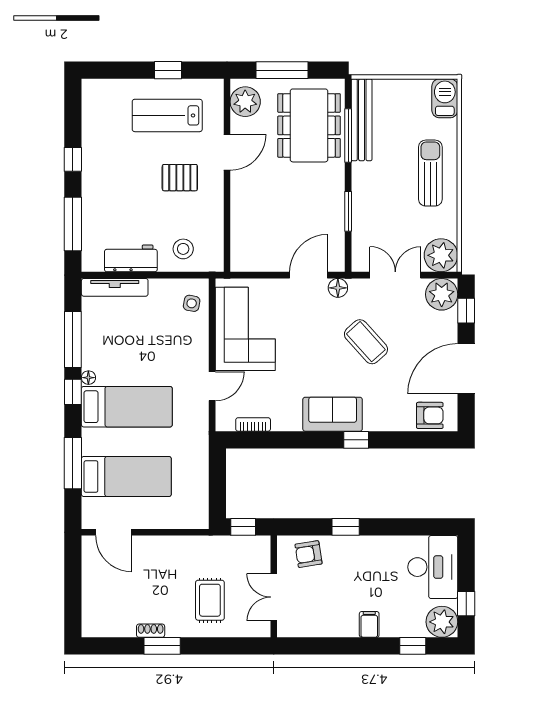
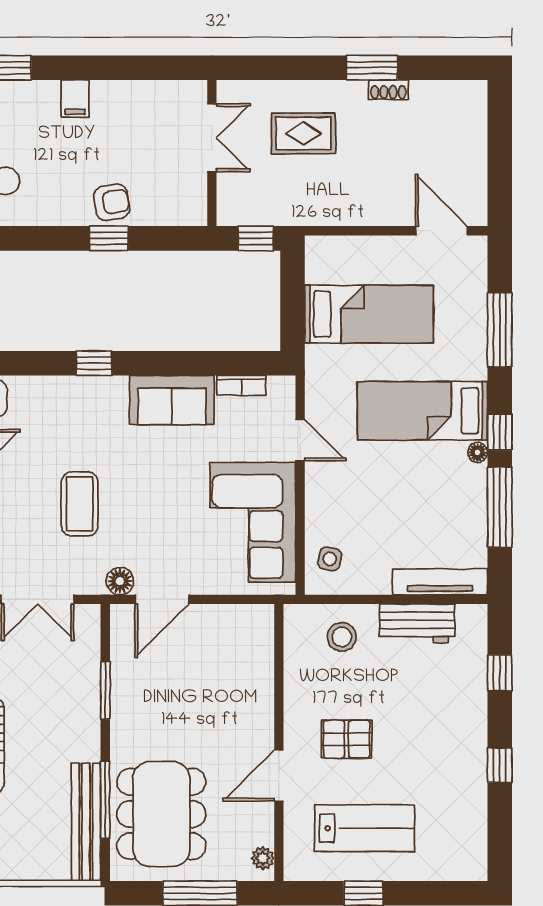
plant: (245, 102) -> (263, 858), width x0.53, depth x0.53
window: (73, 224) -> (500, 673), width x0.46
coffee table: (366, 342) -> (80, 504), turned 42
door: (212, 386) -> (300, 440), swing flipped
sofa: (333, 414) -> (172, 400), moved
bed: (126, 477) -> (369, 314), moved, turned 180
armchair: (309, 554) -> (112, 202), moved
rug: (210, 600) -> (303, 133), turned 90

